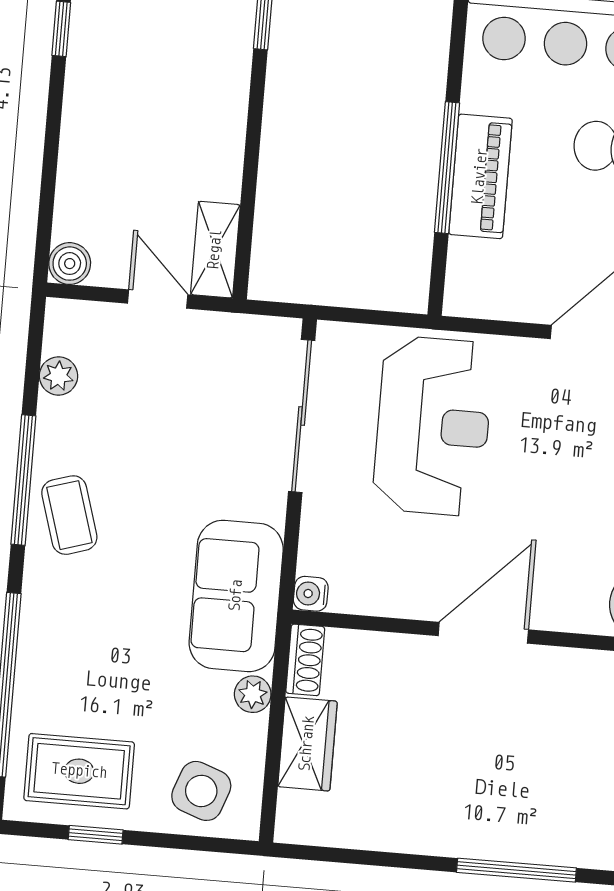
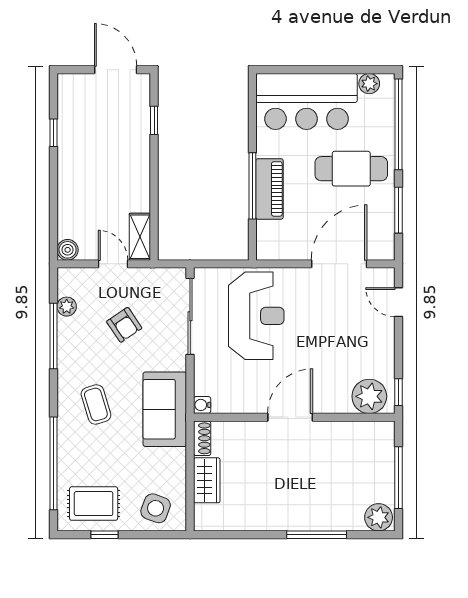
armchair: (170, 422) -> (124, 325), added
window: (23, 480) -> (53, 336), moved
coffee table: (69, 515) -> (96, 404), moved
plant: (253, 694) -> (177, 458), removed

